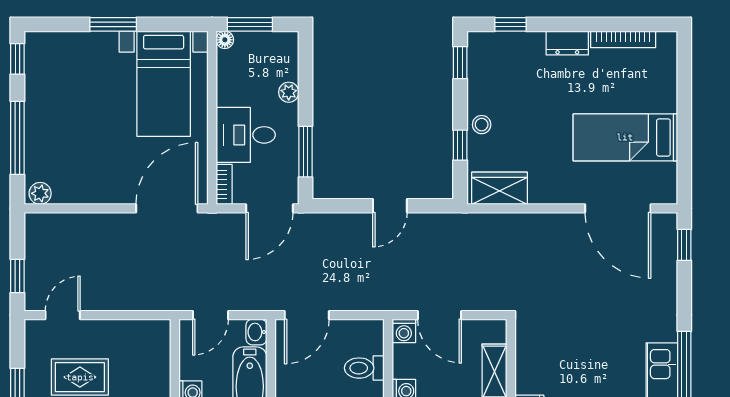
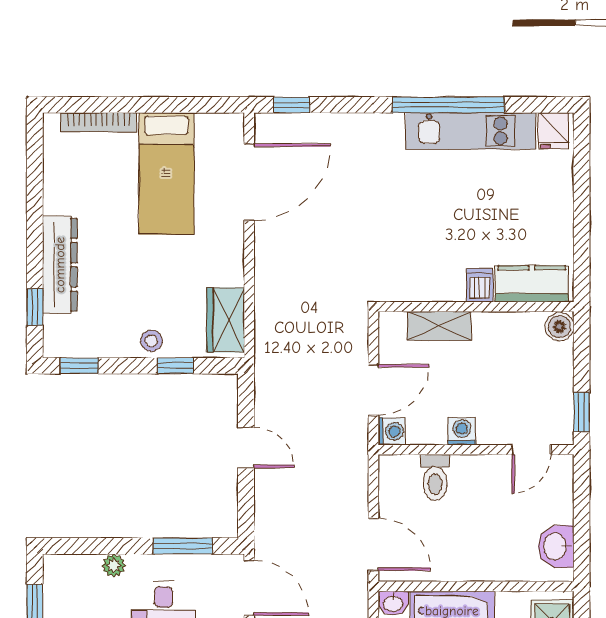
bookcase: (623, 39) -> (99, 122), moved, turned 90
dresser: (567, 43) -> (60, 265), width x1.96, depth x1.24

